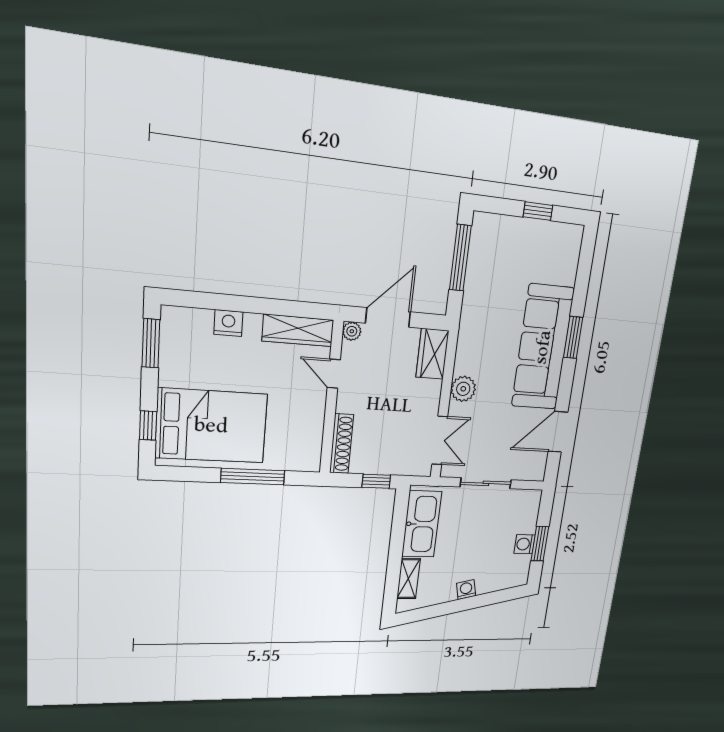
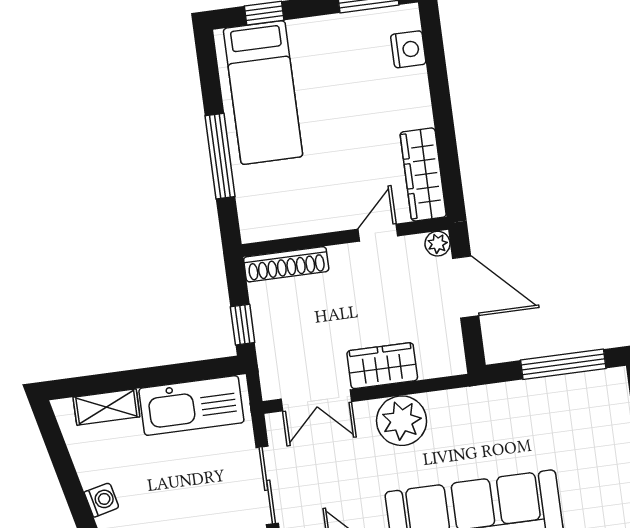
nightstand: (228, 323) -> (408, 49), moved
wardrobe: (432, 354) -> (382, 366), moved
plant: (463, 389) -> (402, 421), width x1.36, depth x1.36
bed: (211, 426) -> (263, 93), width x0.67

